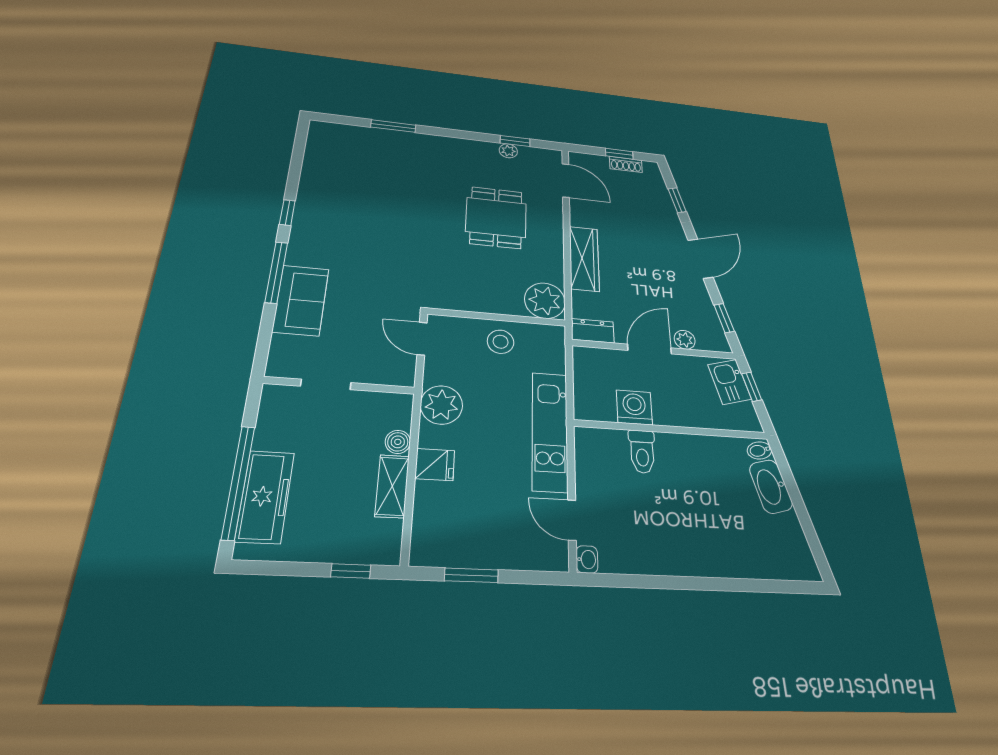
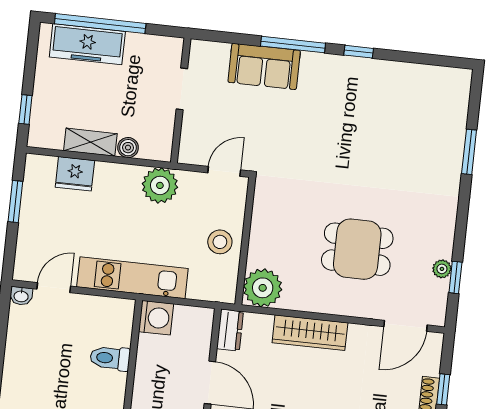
washing machine: (634, 407) -> (156, 318), moved
fridge: (435, 465) -> (75, 174), moved, width x1.38

